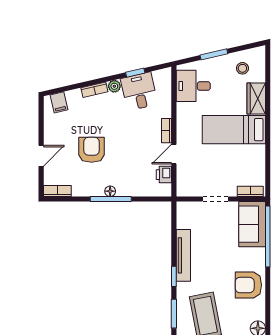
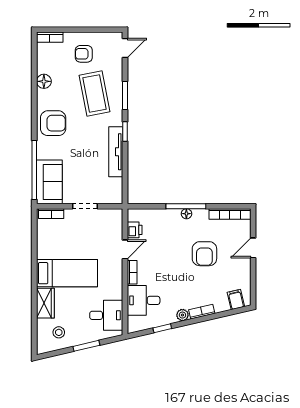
desk: (139, 91) -> (144, 300), moved, turned 103
bookcase: (57, 191) -> (230, 214), width x1.56

